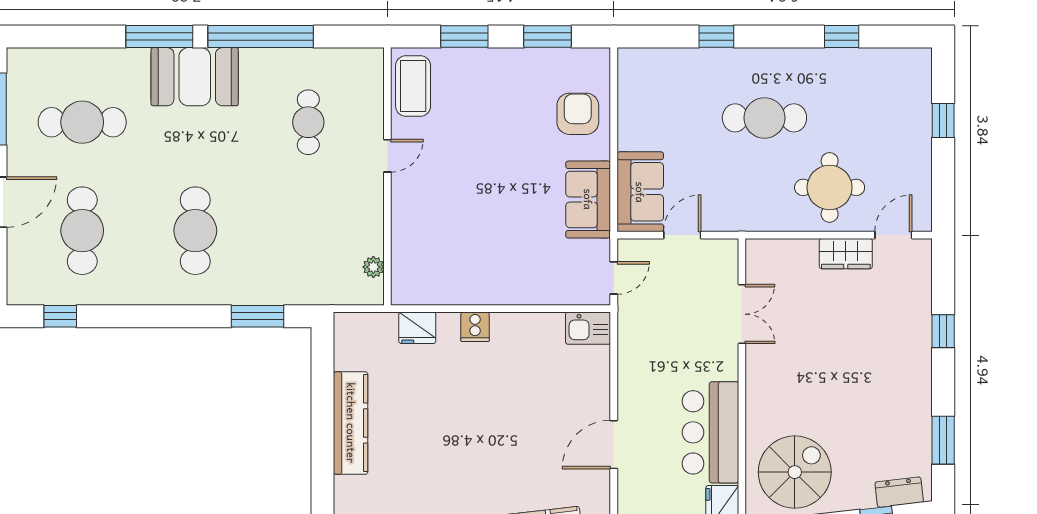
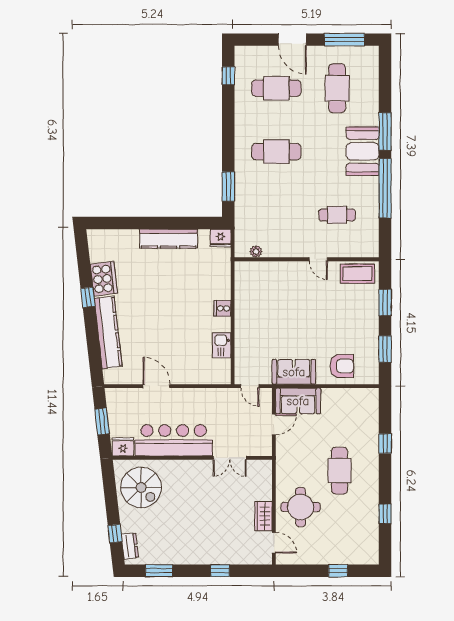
door: (682, 235) -> (274, 424), hinge flipped
fridge: (417, 328) -> (220, 238), moved, turned -90
kitchen sink: (588, 328) -> (222, 345), moved
bar counter: (710, 432) -> (174, 440), width x1.36

